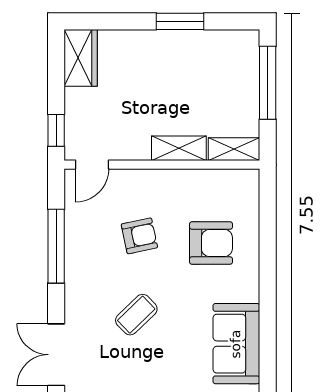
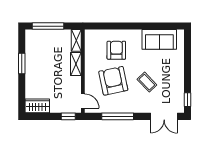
armchair: (139, 236) -> (113, 81), width x1.88, depth x1.88

